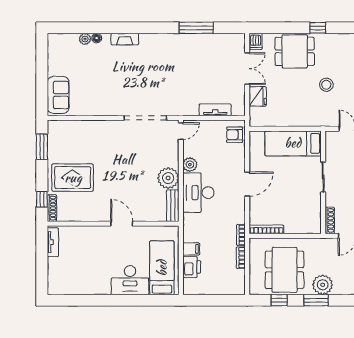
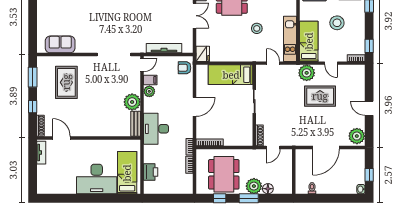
sofa: (58, 95) -> (60, 44), moved, turned -90
fridge: (258, 96) -> (203, 54), moved
tv unit: (215, 110) -> (164, 48), width x1.41
rug: (73, 178) -> (66, 82), moved, turned 90
desk: (198, 193) -> (156, 129), moved
window: (42, 199) -> (33, 107), moved
door: (122, 224) -> (61, 138), moved
filing cabinet: (191, 249) -> (150, 80), moved
desk: (130, 280) -> (97, 179), width x1.36, depth x1.30
floor lamp: (340, 288) -> (268, 189), added

